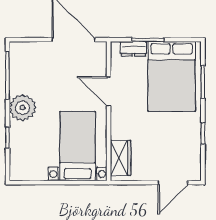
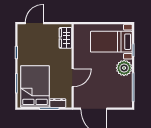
door: (109, 91) -> (73, 78), hinge flipped
bed with nightstands: (78, 146) -> (111, 42), moved, turned 90

